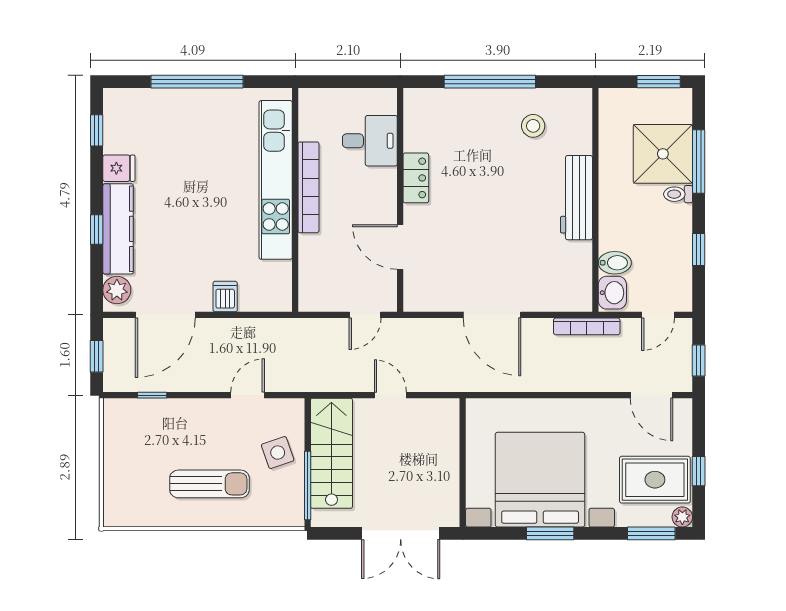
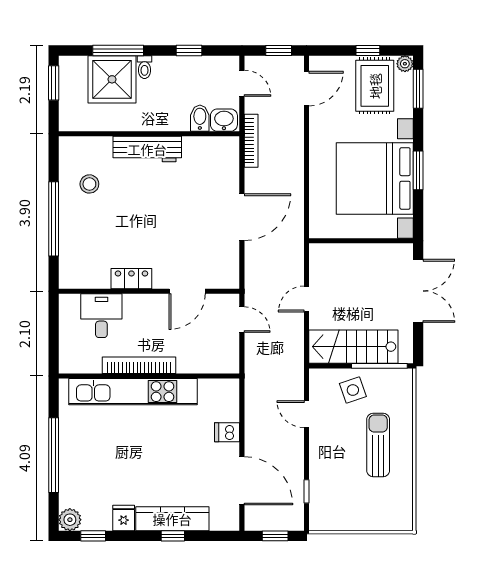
plant: (117, 290) -> (70, 520), moved

